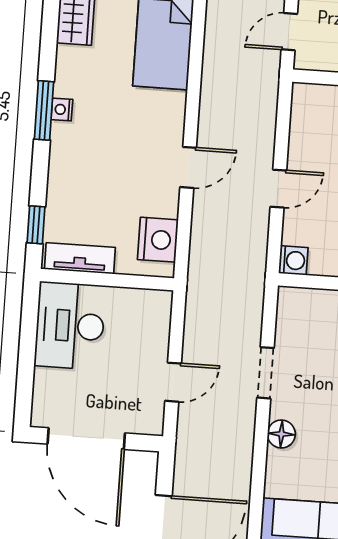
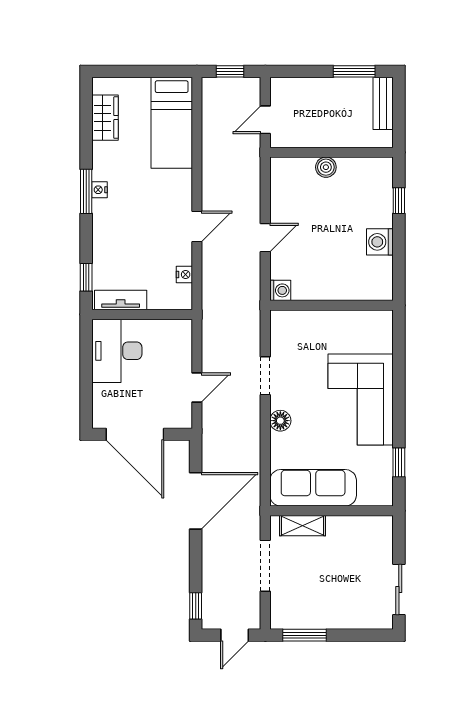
nightstand: (158, 240) -> (184, 275), width x0.53, depth x0.56

